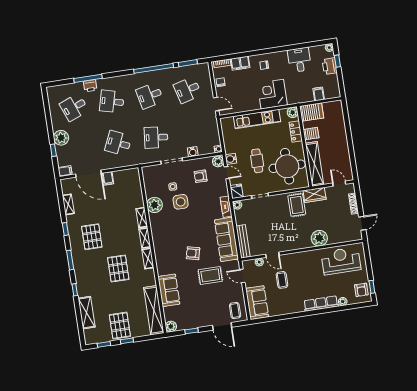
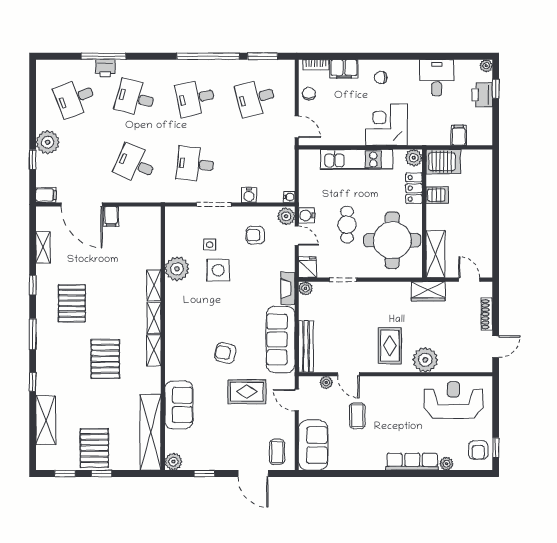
shelving: (315, 164) -> (435, 254), width x0.68
rug: (297, 205) -> (390, 346), moved

